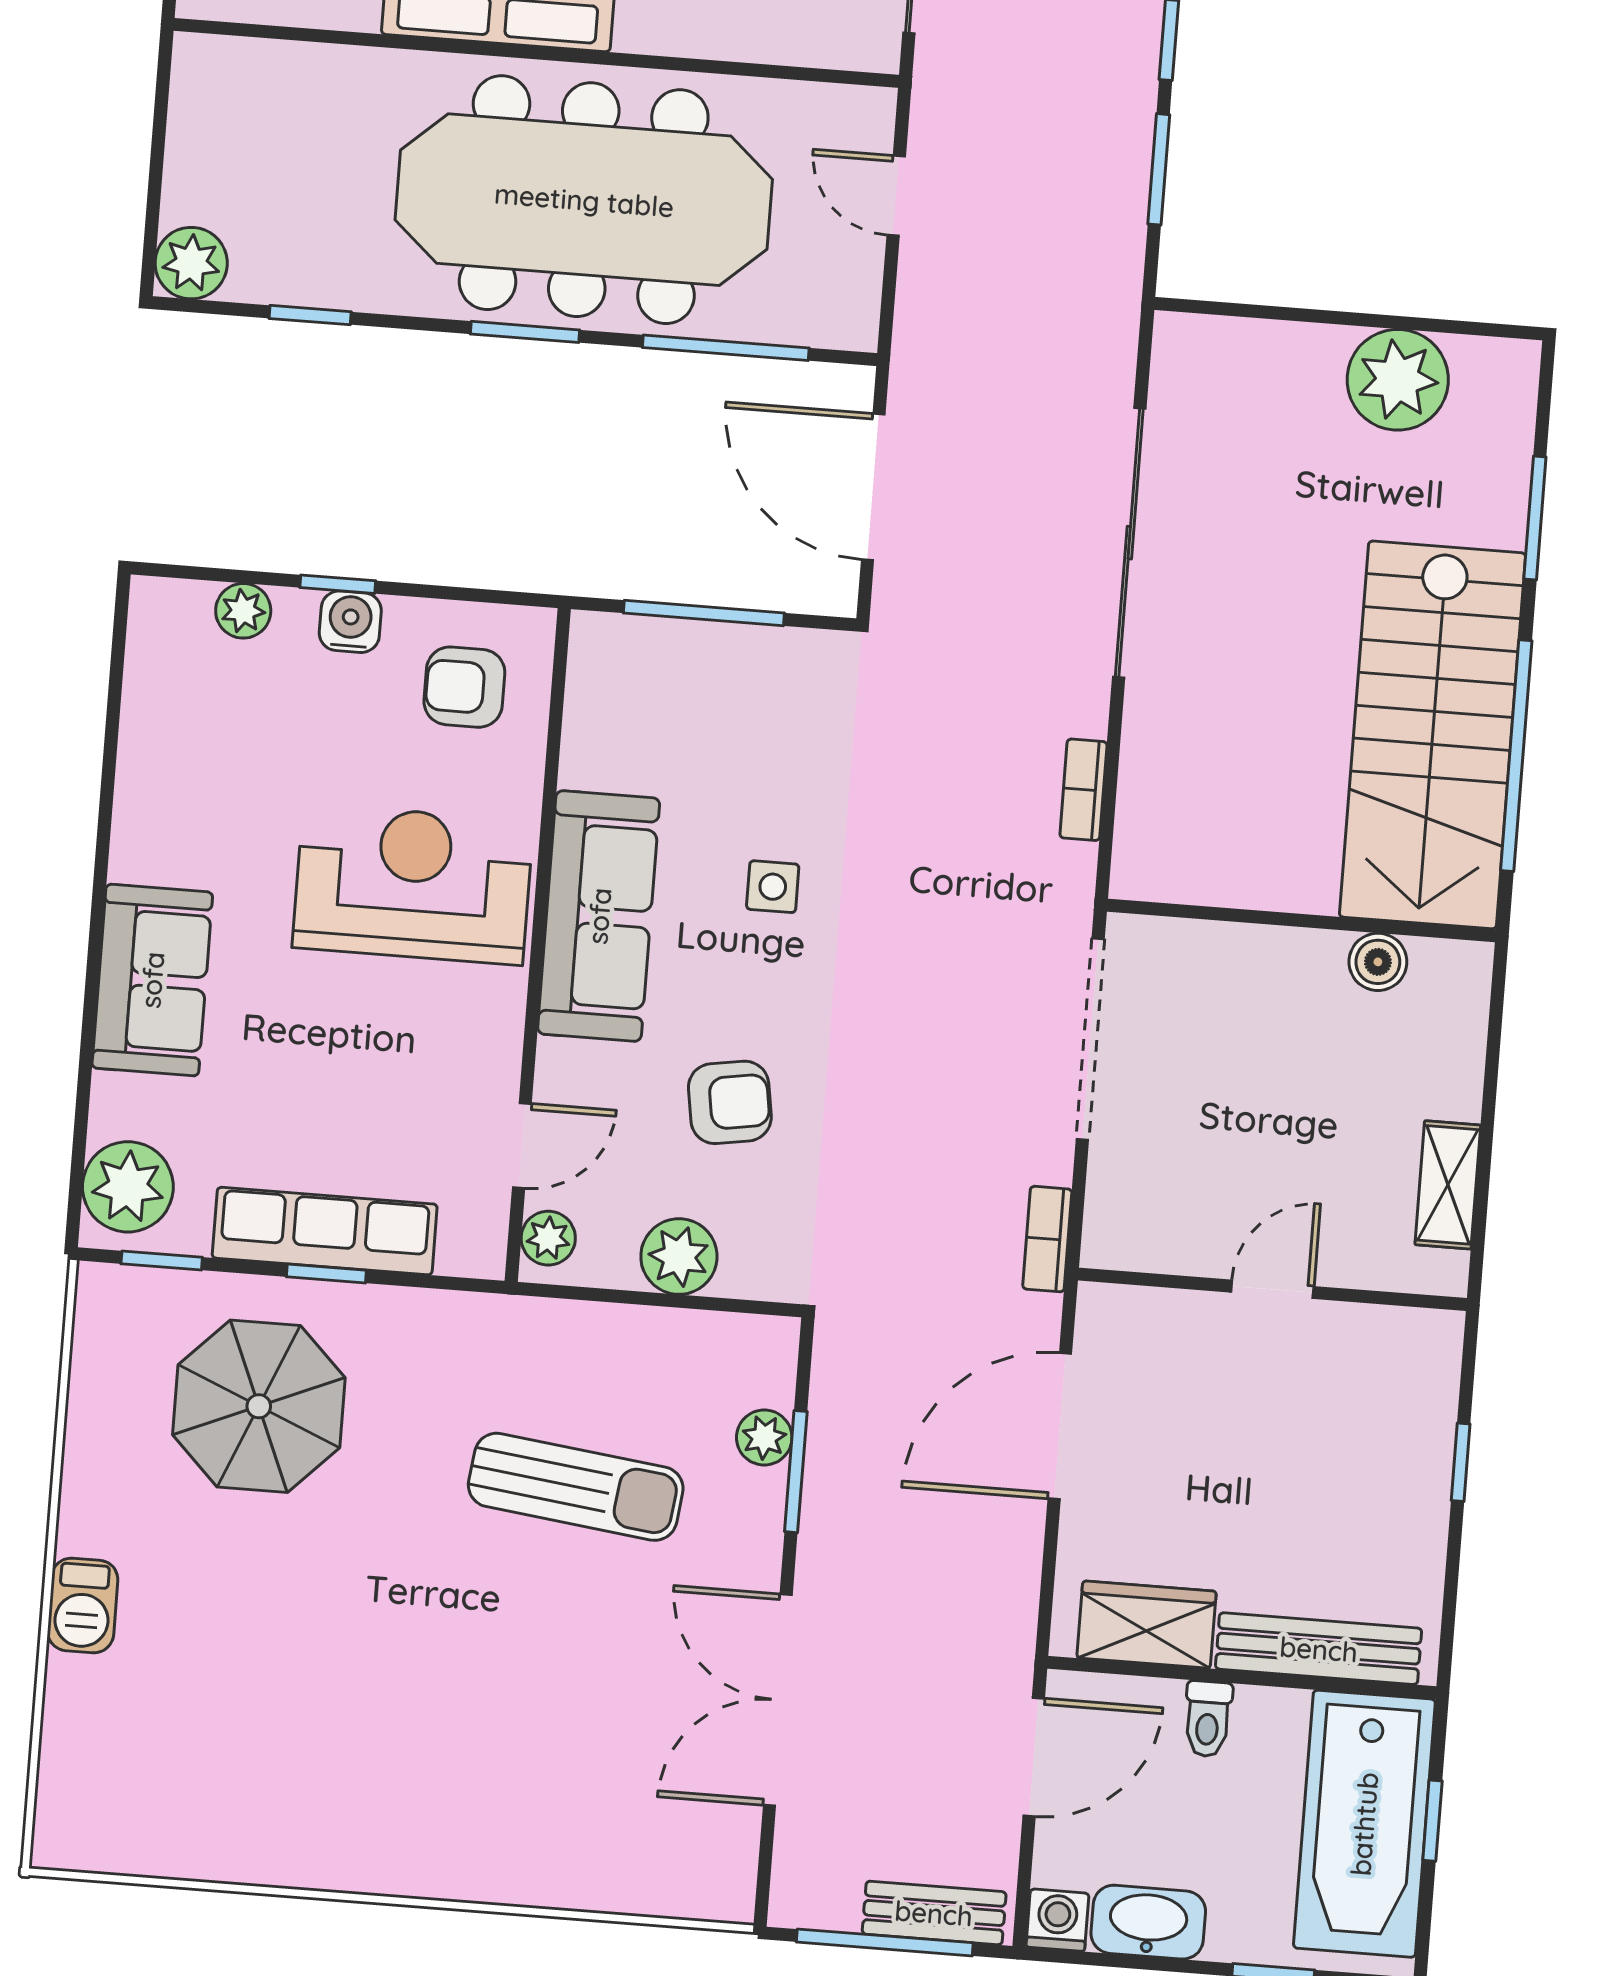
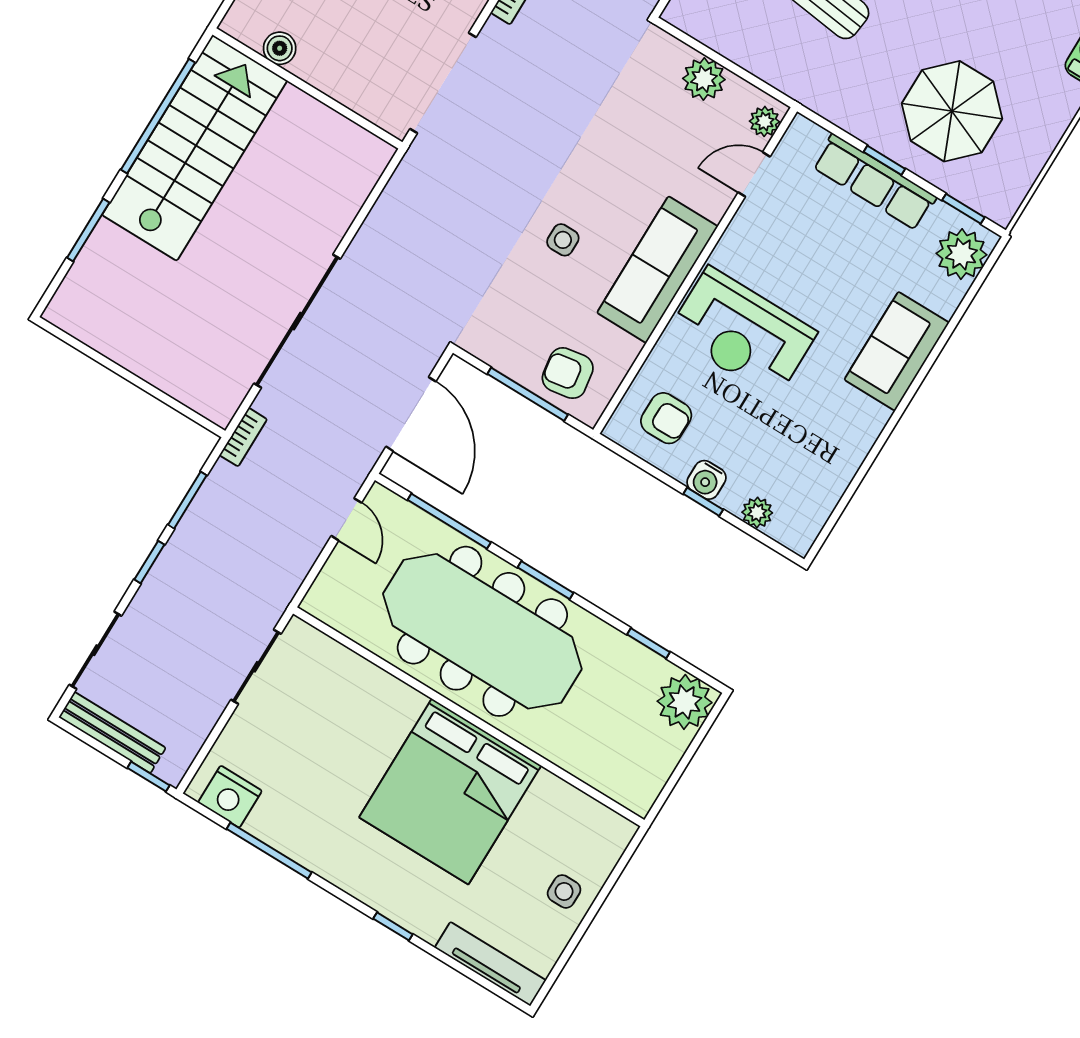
door: (896, 196) -> (346, 519), moved
plant: (191, 263) -> (685, 702), width x1.36, depth x1.36
plant: (1398, 380) -> (122, 334), removed
bookcase: (1083, 790) -> (243, 437), moved
armchair: (730, 1102) -> (568, 373), moved

